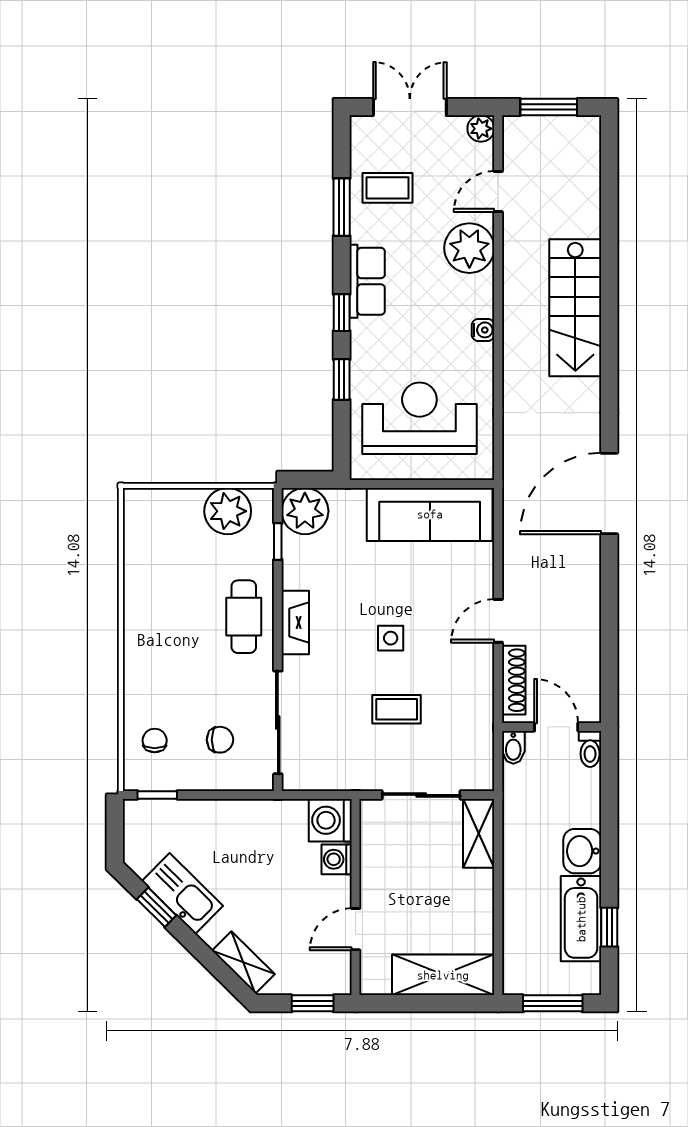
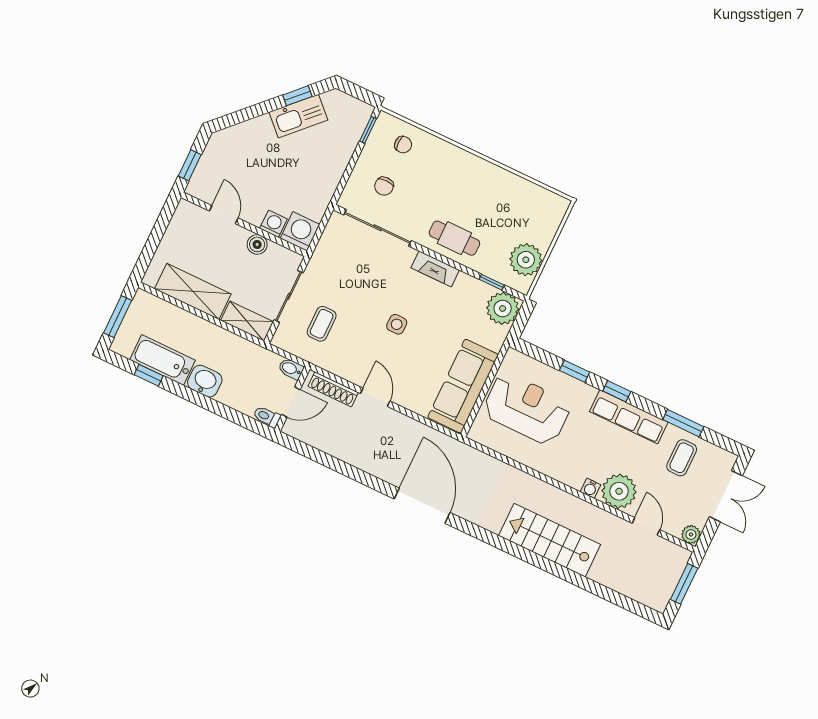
row of seats: (367, 281) -> (629, 417), width x1.48
water cooler: (483, 330) -> (590, 488), moved
reception desk: (419, 418) -> (527, 409), turned -90
coffee table: (397, 709) -> (322, 324), moved
boiler: (374, 868) -> (257, 244), added
shelving: (243, 962) -> (237, 134), removed
shelving: (443, 975) -> (193, 291), moved, turned 90

